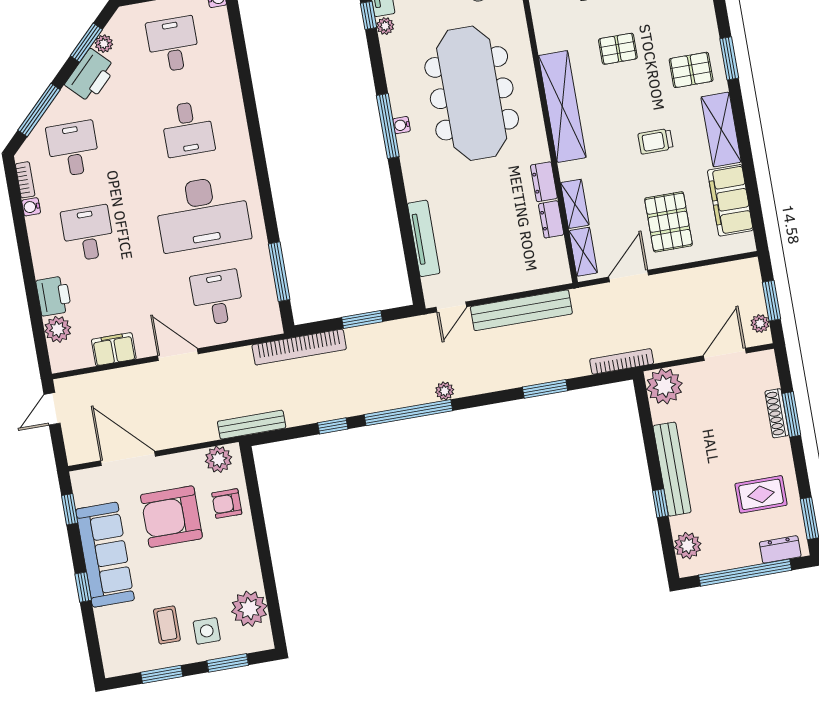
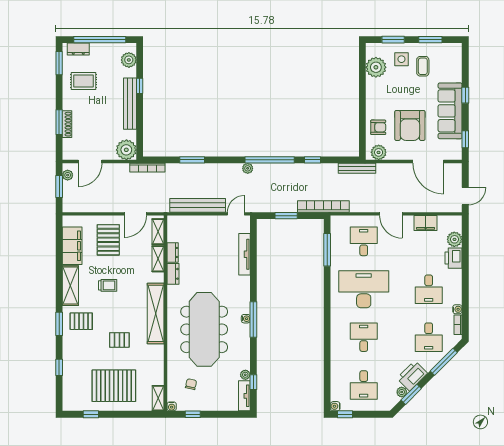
desk: (217, 298) -> (364, 241), turned 180
armchair: (171, 517) -> (410, 125), turned 90

